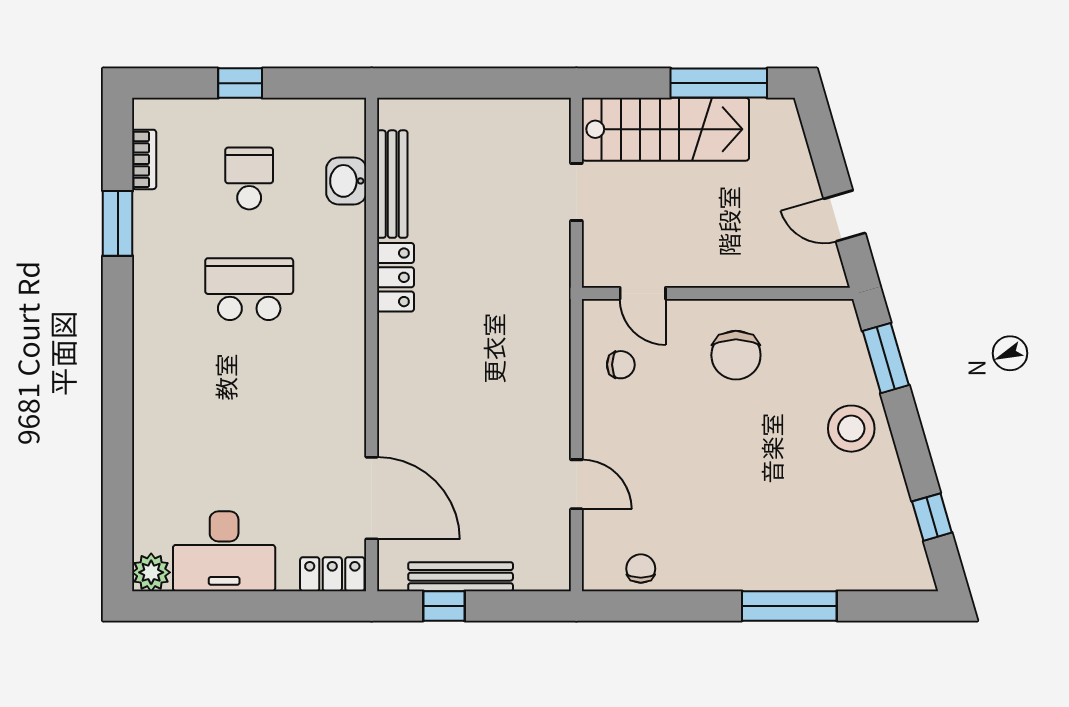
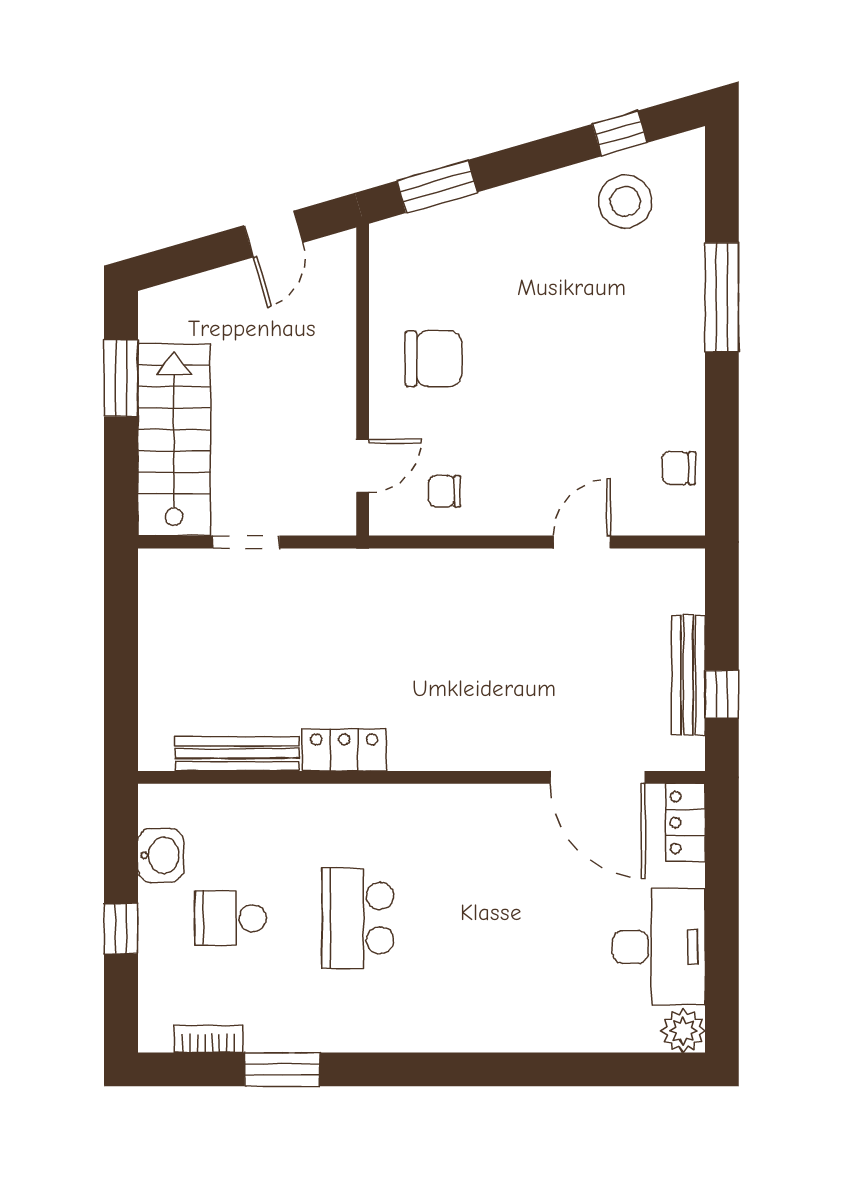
window: (719, 83) -> (121, 378), width x0.69
washbasin: (346, 181) -> (161, 855), moved, turned -90
chair: (621, 365) -> (445, 491), turned -90
stool: (851, 429) -> (625, 201), moved
door: (372, 498) -> (598, 777), swing flipped

